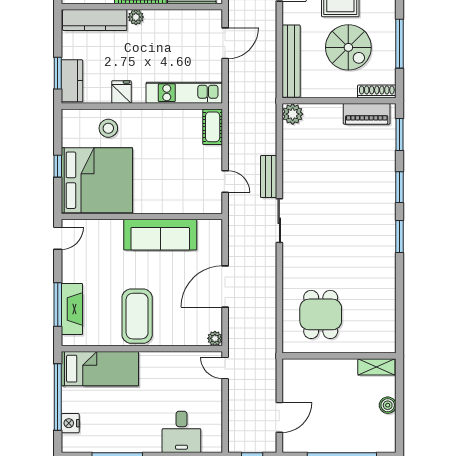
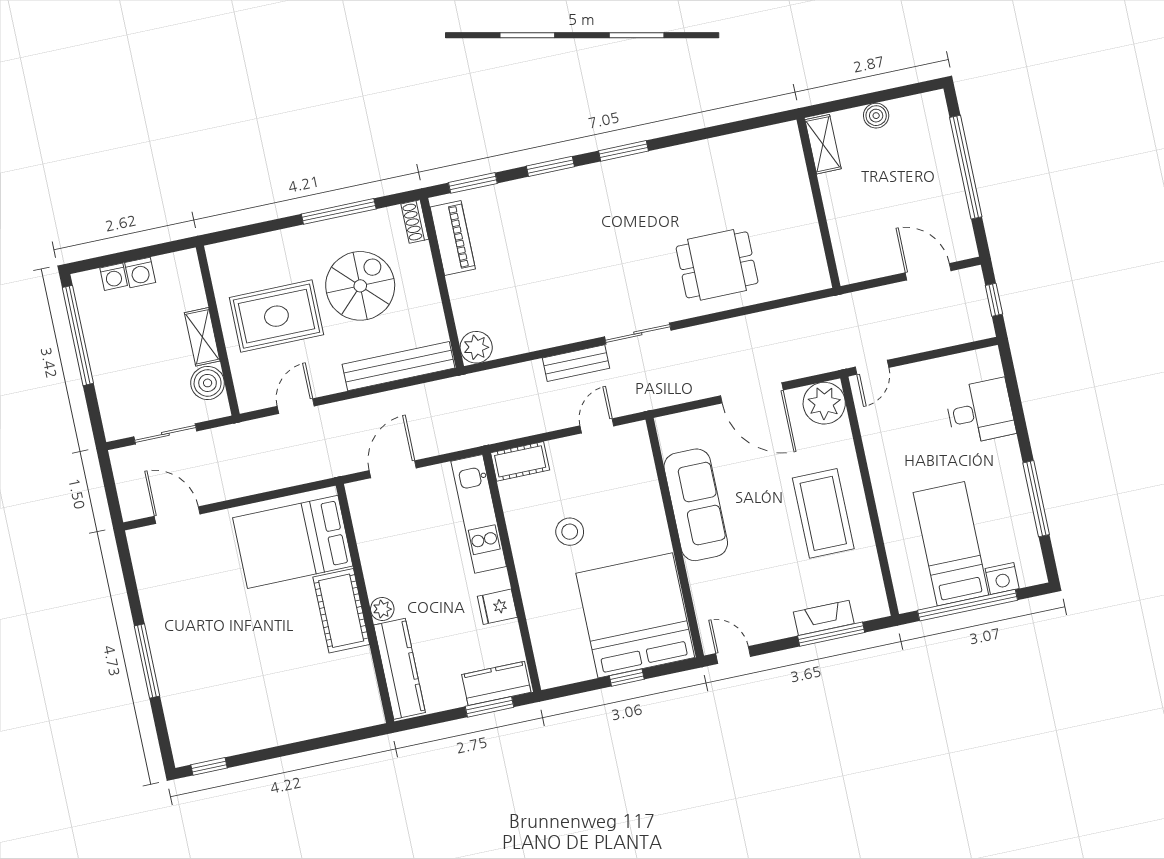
door: (225, 43) -> (393, 469), hinge flipped
shoe rack: (377, 92) -> (415, 222), width x0.70
stool: (108, 128) -> (570, 532), moved
fireplace: (72, 309) -> (824, 618), width x0.73, depth x0.76
dining table: (321, 314) -> (717, 265), moved
coffee table: (137, 316) -> (823, 513), turned 90
plant: (215, 338) -> (824, 403), width x1.88, depth x1.88
bed: (100, 369) -> (951, 544), moved

